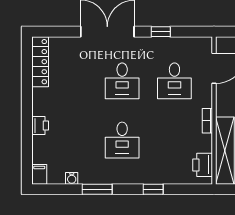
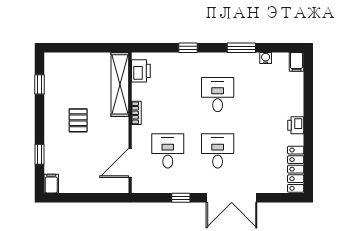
printer: (40, 126) -> (296, 125), moved

